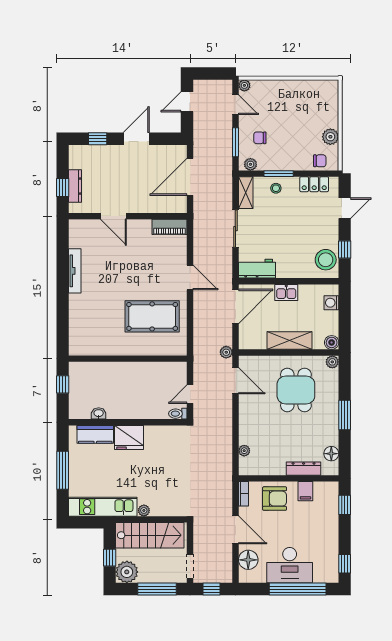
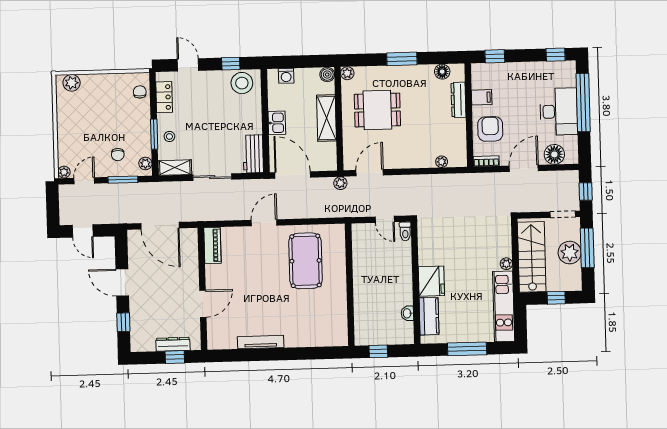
plant: (330, 137) -> (72, 83), moved
plant: (127, 572) -> (570, 253), moved

